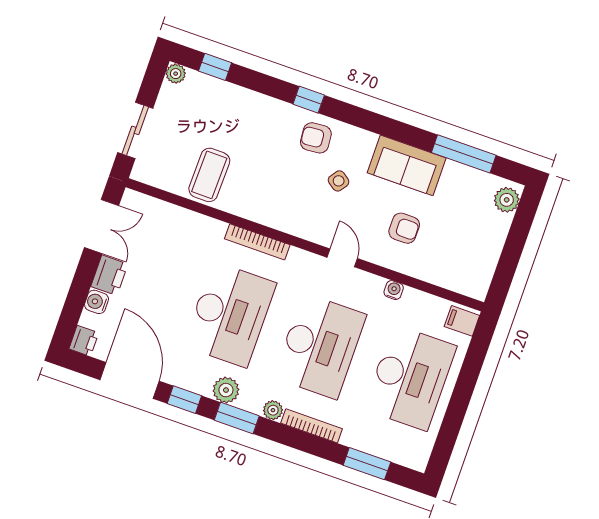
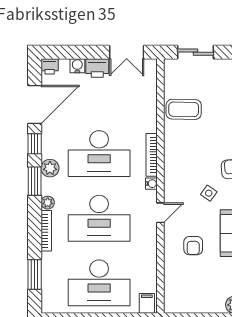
water cooler: (394, 290) -> (151, 184), moved

